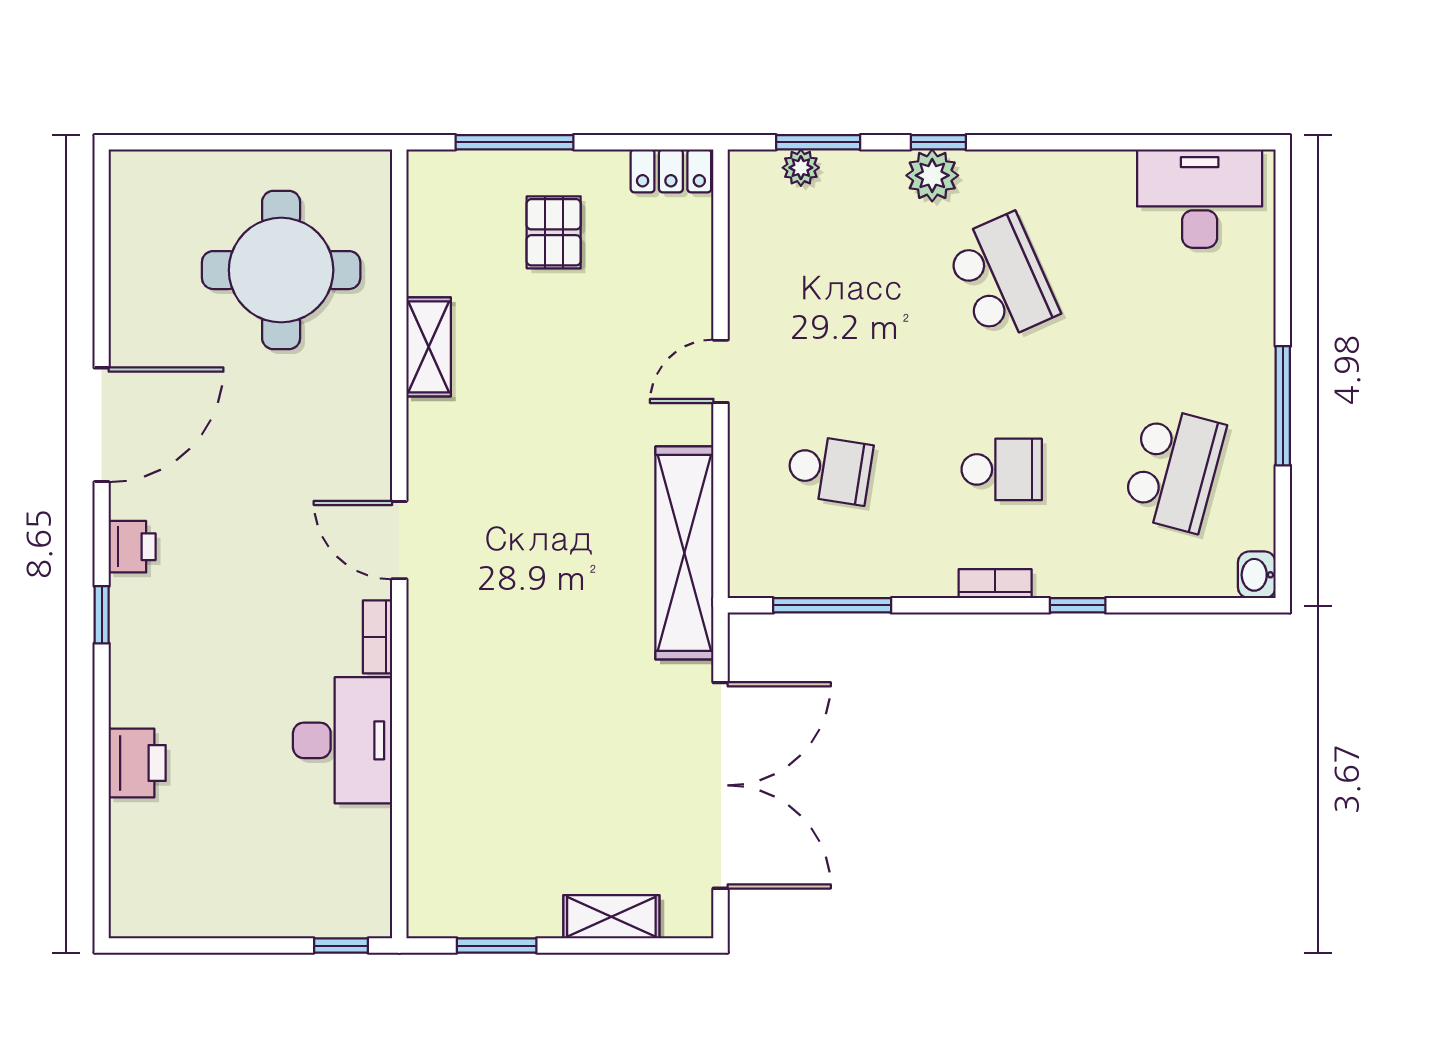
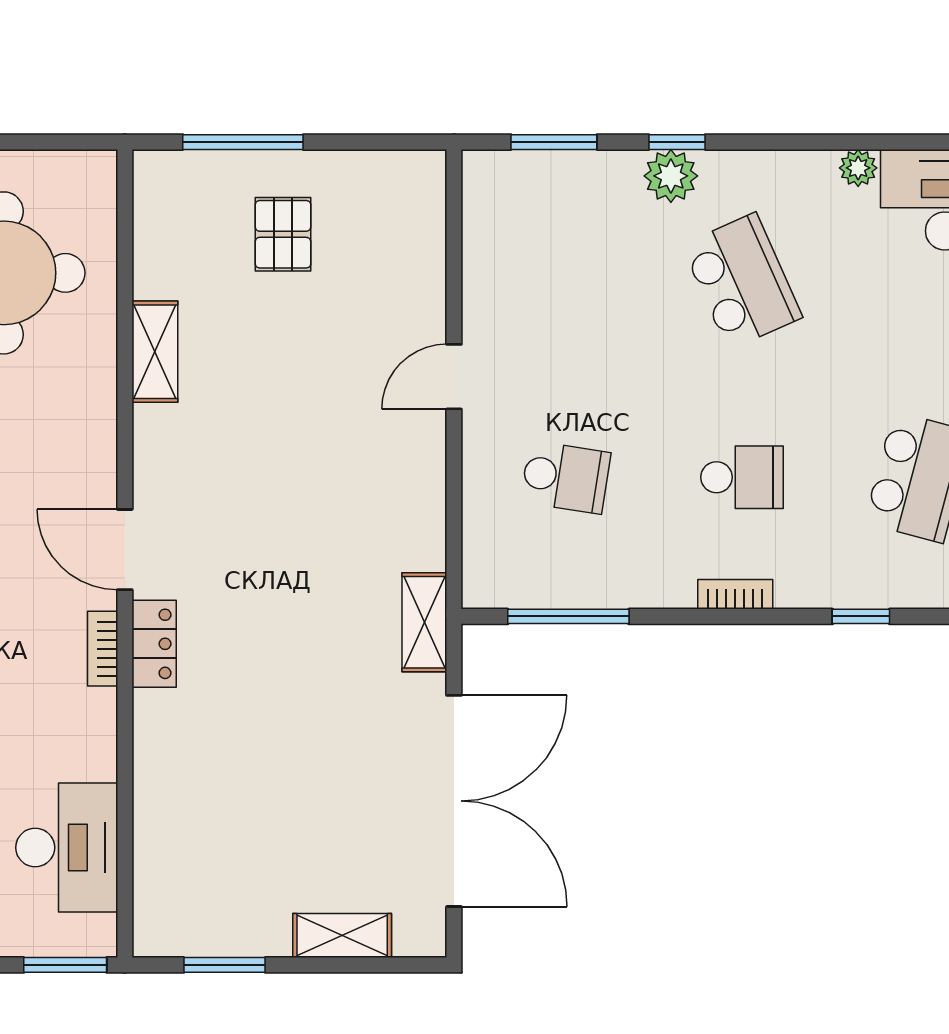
plant: (801, 168) -> (858, 168), moved
locker: (671, 171) -> (154, 644), moved, turned -90
shelving: (684, 553) -> (424, 622), width x0.45, depth x0.75
window: (1078, 605) -> (861, 616), moved
desk: (343, 740) -> (67, 848), moved
window: (341, 946) -> (65, 965), width x1.50

